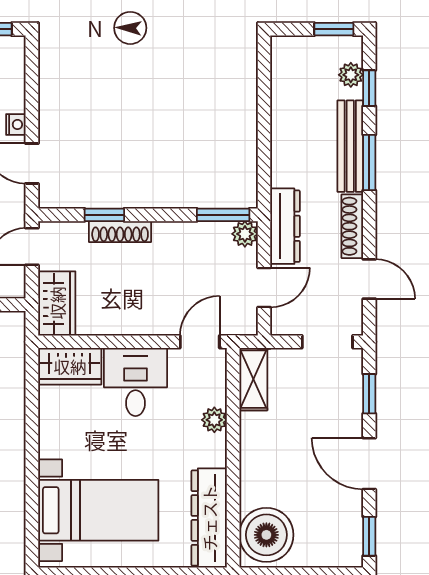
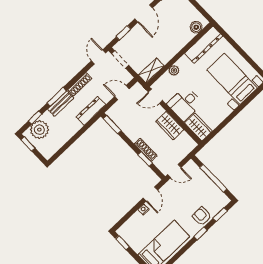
plant: (351, 75) -> (39, 130), width x1.88, depth x1.88
bench: (350, 146) -> (61, 104), width x0.73
dresser: (285, 226) -> (91, 111), moved
plant: (245, 234) -> (112, 113), removed
door: (369, 279) -> (99, 57), moved
wardrobe: (57, 303) -> (170, 126), moved, turned -90
boiler: (266, 535) -> (196, 27), width x0.54, depth x0.54

